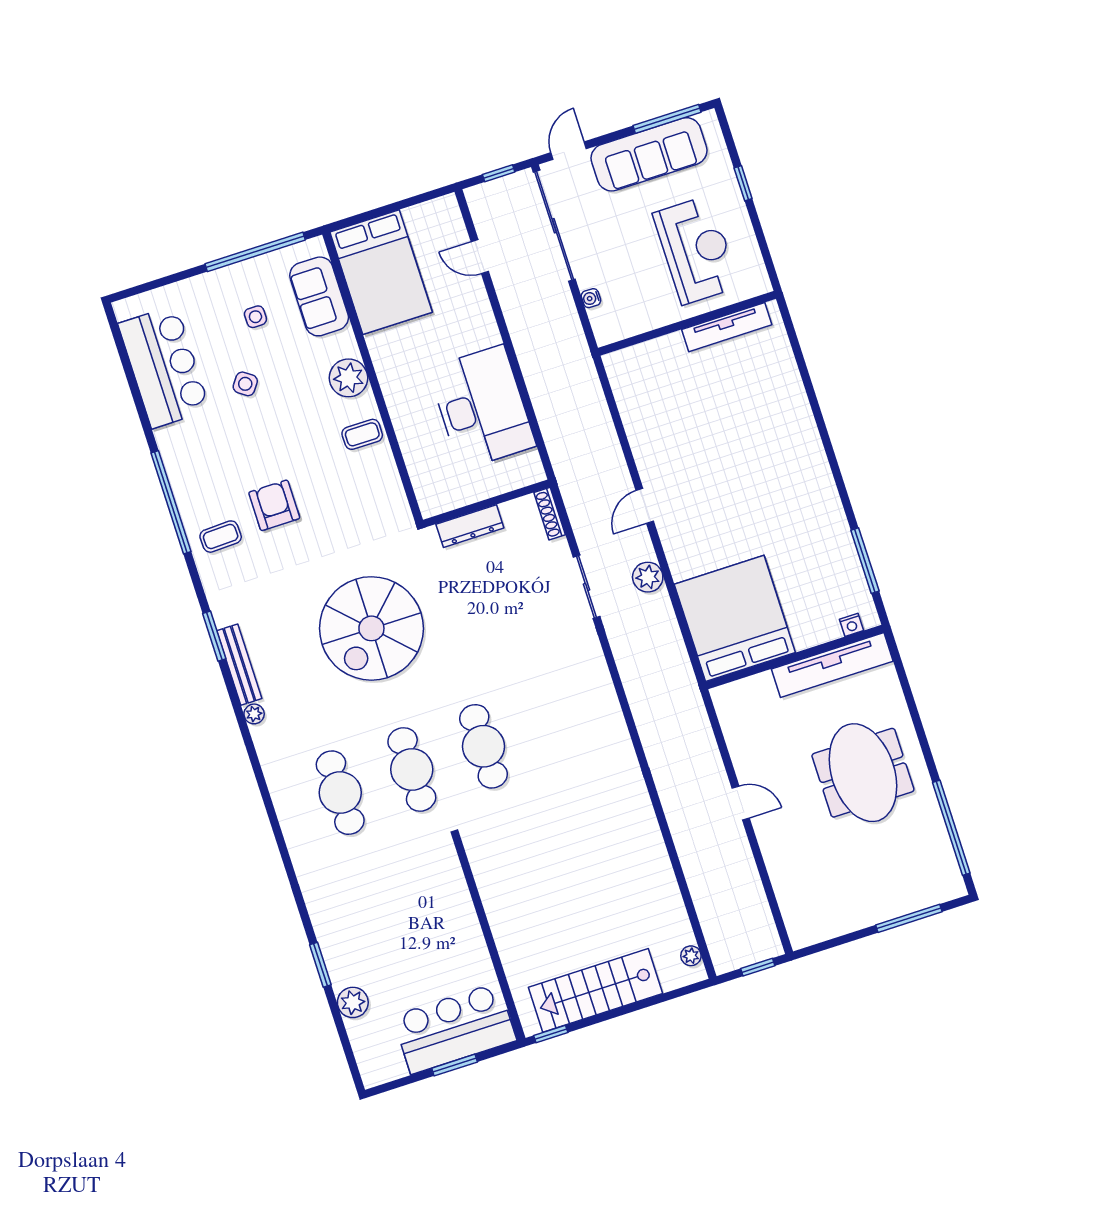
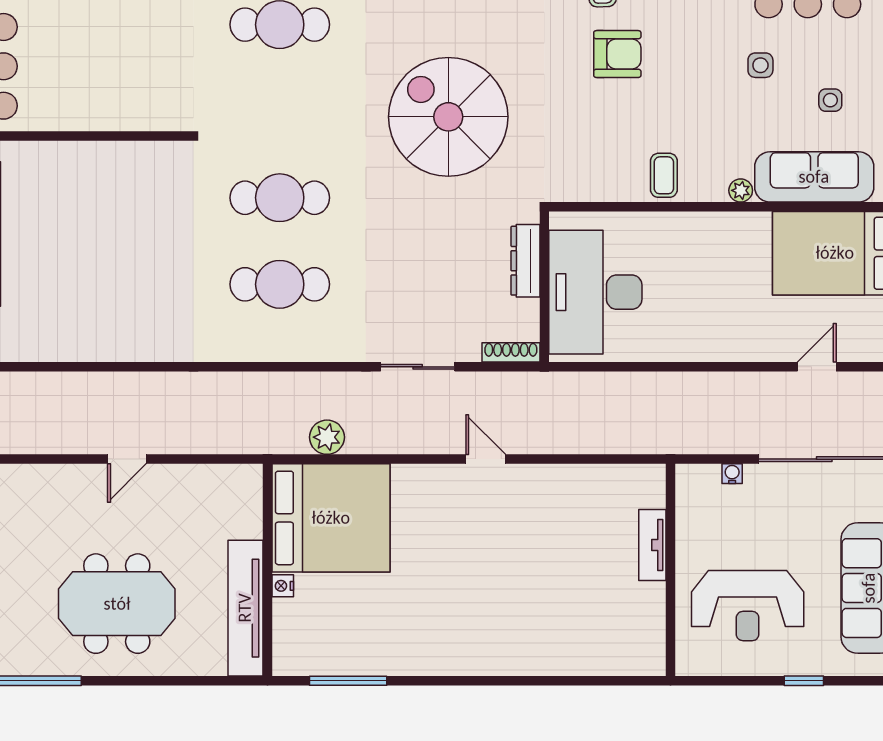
sofa: (319, 296) -> (814, 177), width x1.36
tv unit: (727, 327) -> (652, 545), moved, width x0.71
plant: (349, 378) -> (741, 190), width x0.53, depth x0.53
side table: (245, 384) -> (760, 65), turned -36
desk: (482, 407) -> (595, 292), moved, turned 90
plant: (648, 577) -> (327, 437), moved
nightstand: (851, 625) -> (283, 586), moved
cafe table: (412, 769) -> (280, 284), moved

